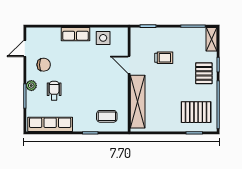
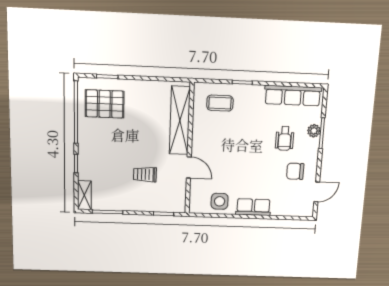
pallet: (204, 73) -> (94, 153), removed
plant: (31, 86) -> (314, 131), moved

